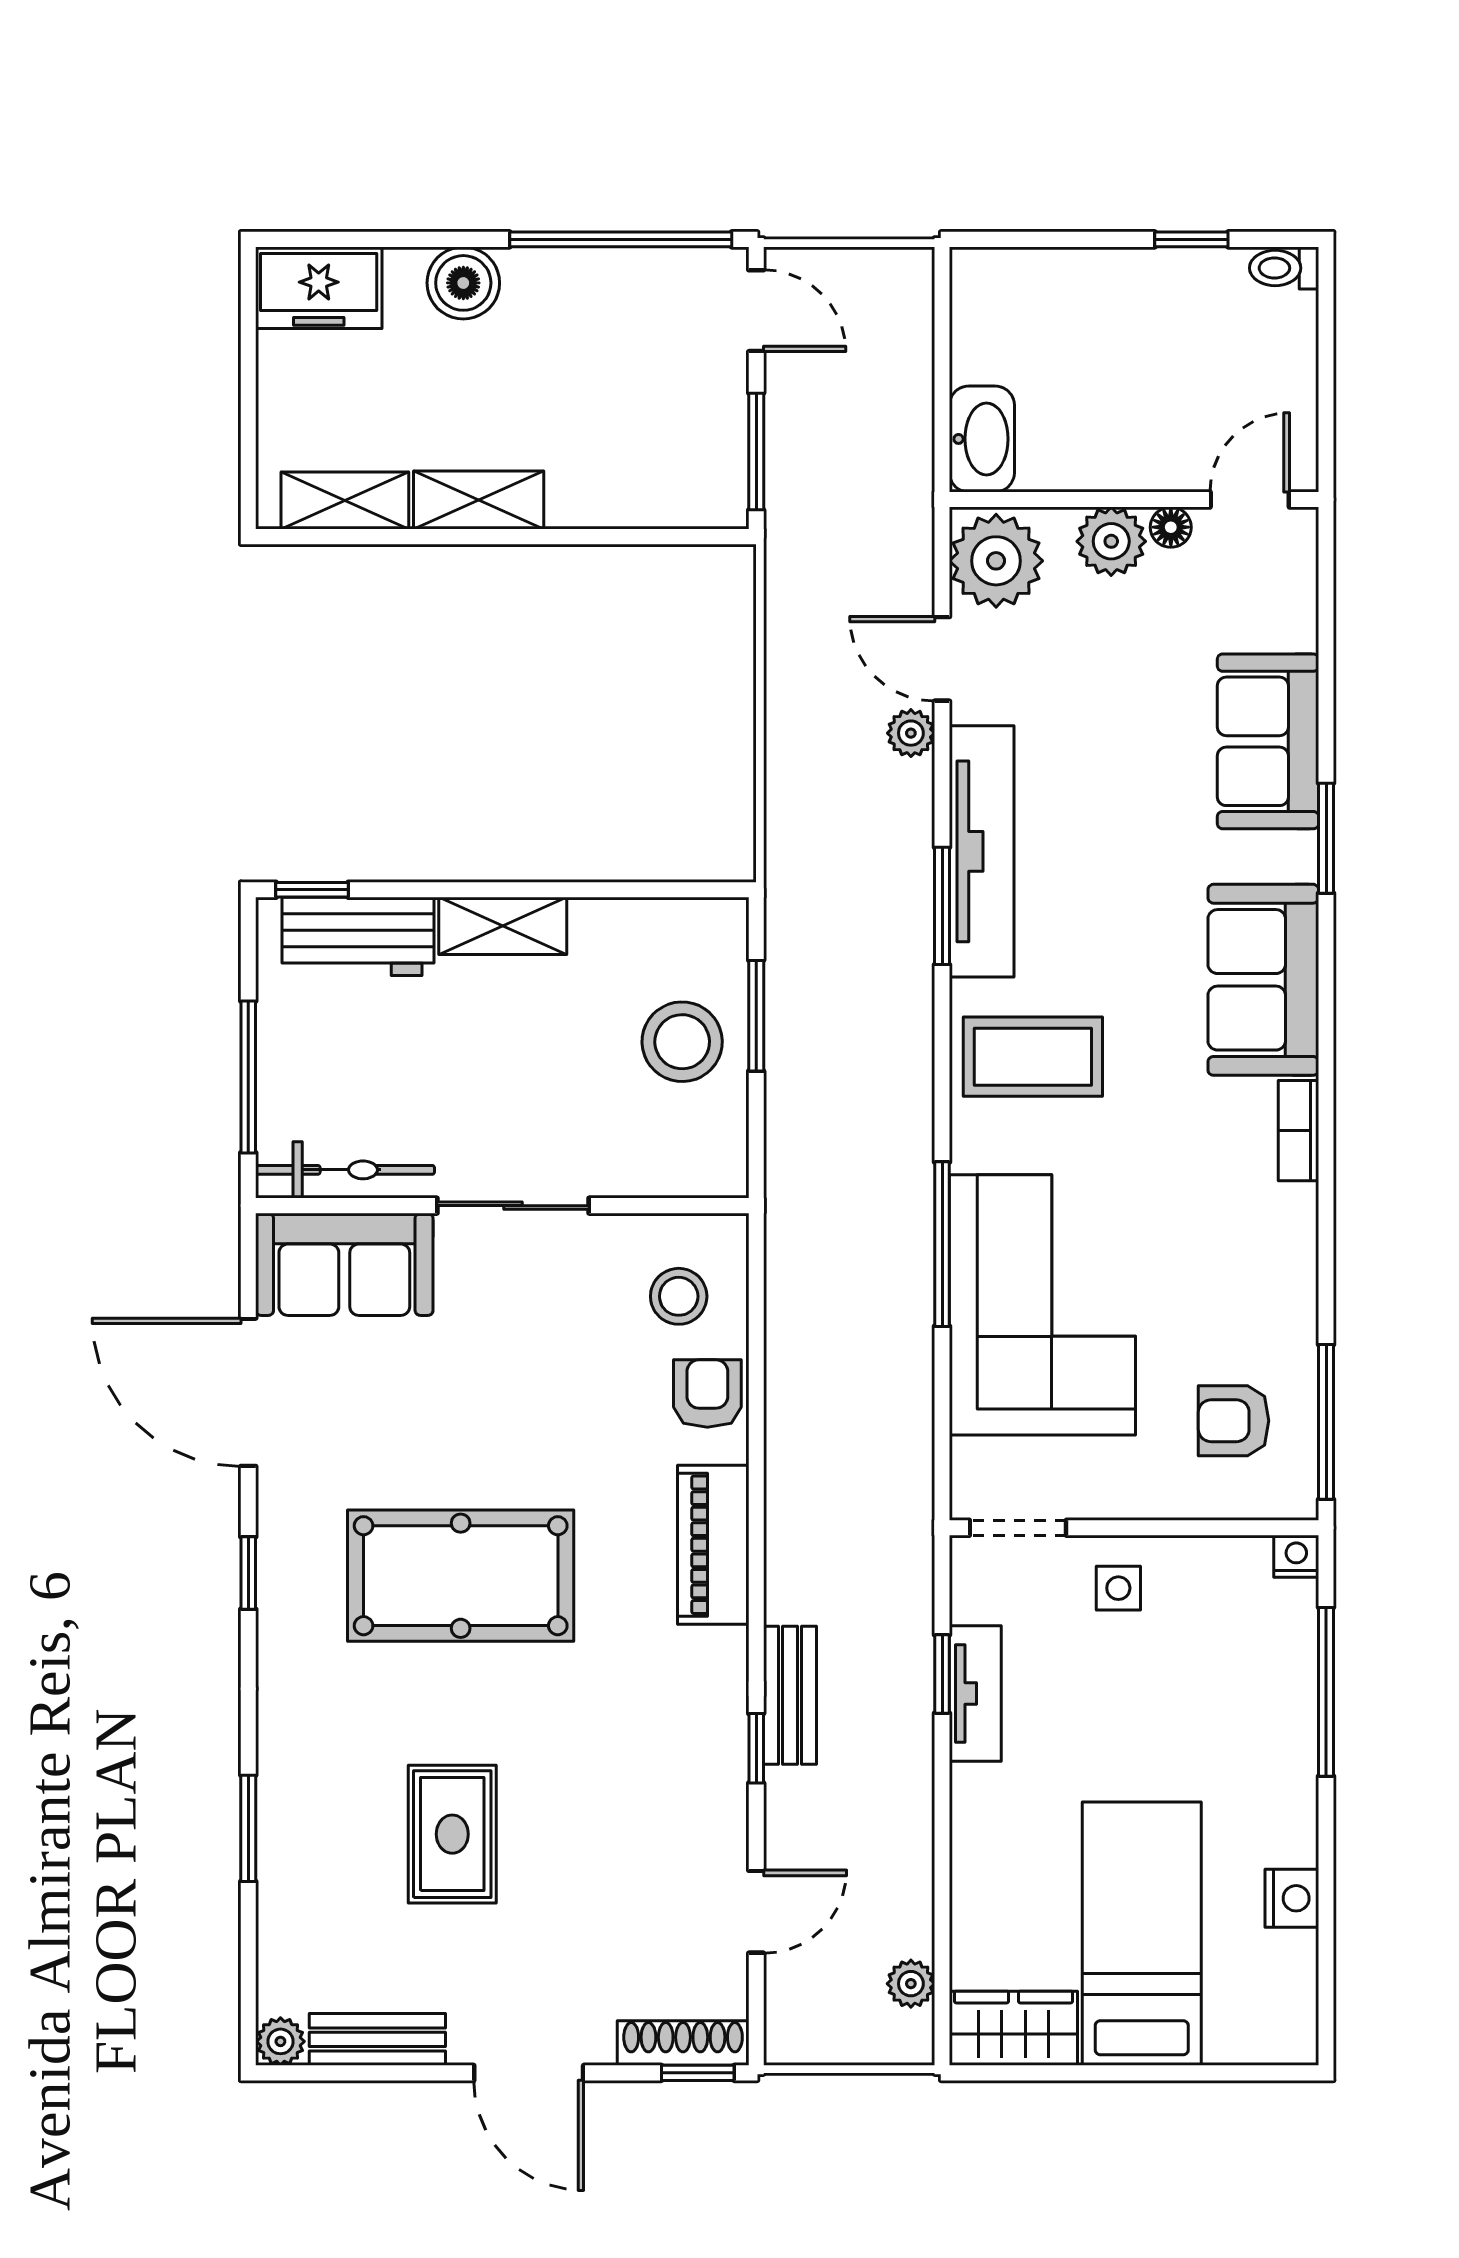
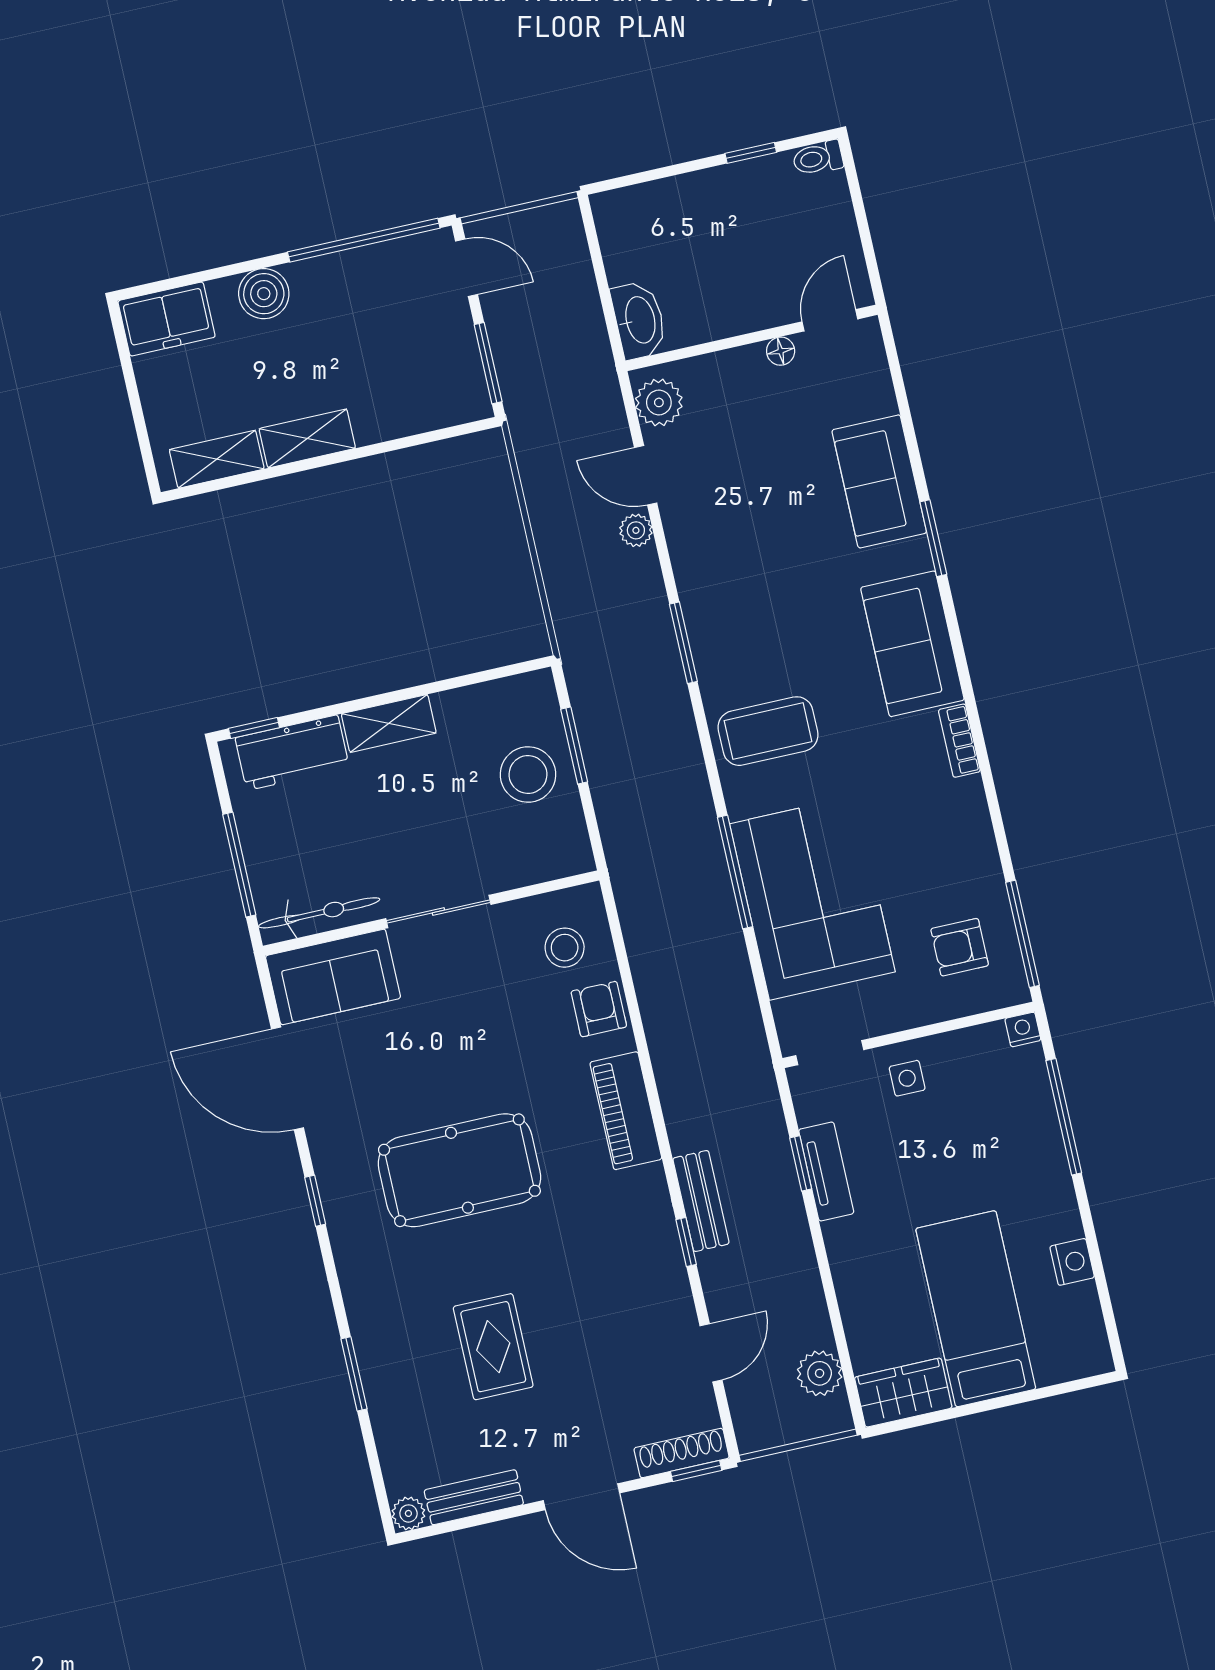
plant: (1111, 541) -> (742, 370), removed
plant: (996, 561) -> (659, 402), width x0.73, depth x0.73
tv unit: (982, 851) -> (702, 600), removed
plant: (911, 1984) -> (820, 1373), width x1.38, depth x1.38

